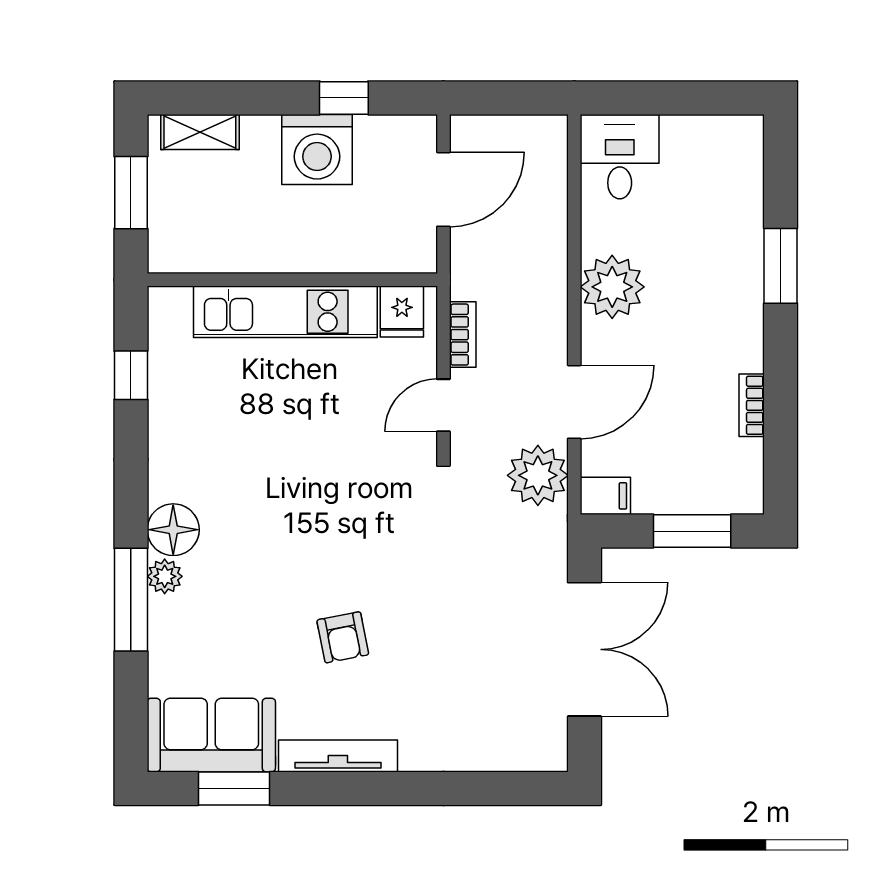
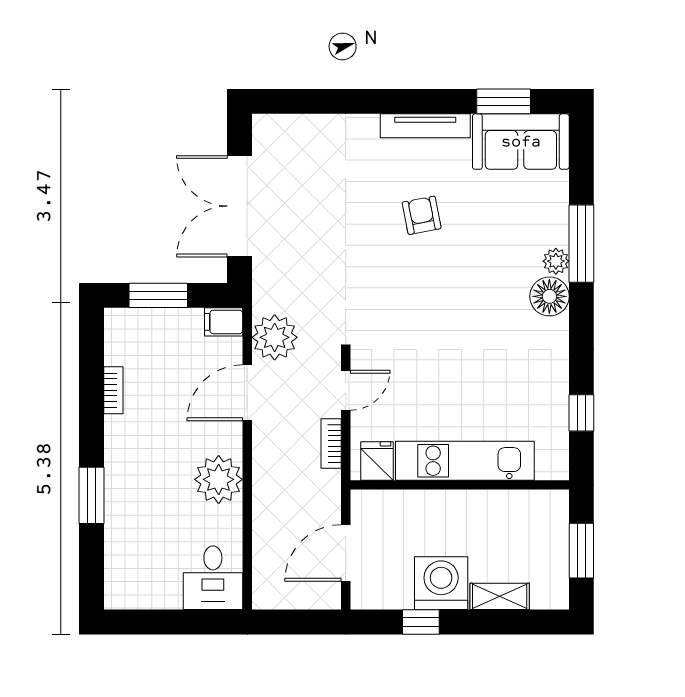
shelving: (200, 132) -> (500, 596), moved

